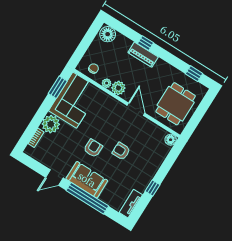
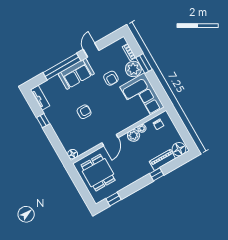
piano: (143, 55) -> (162, 160), moved
window: (58, 87) -> (144, 64), moved
door: (136, 109) -> (110, 140), hinge flipped
armchair: (93, 148) -> (111, 78), moved

